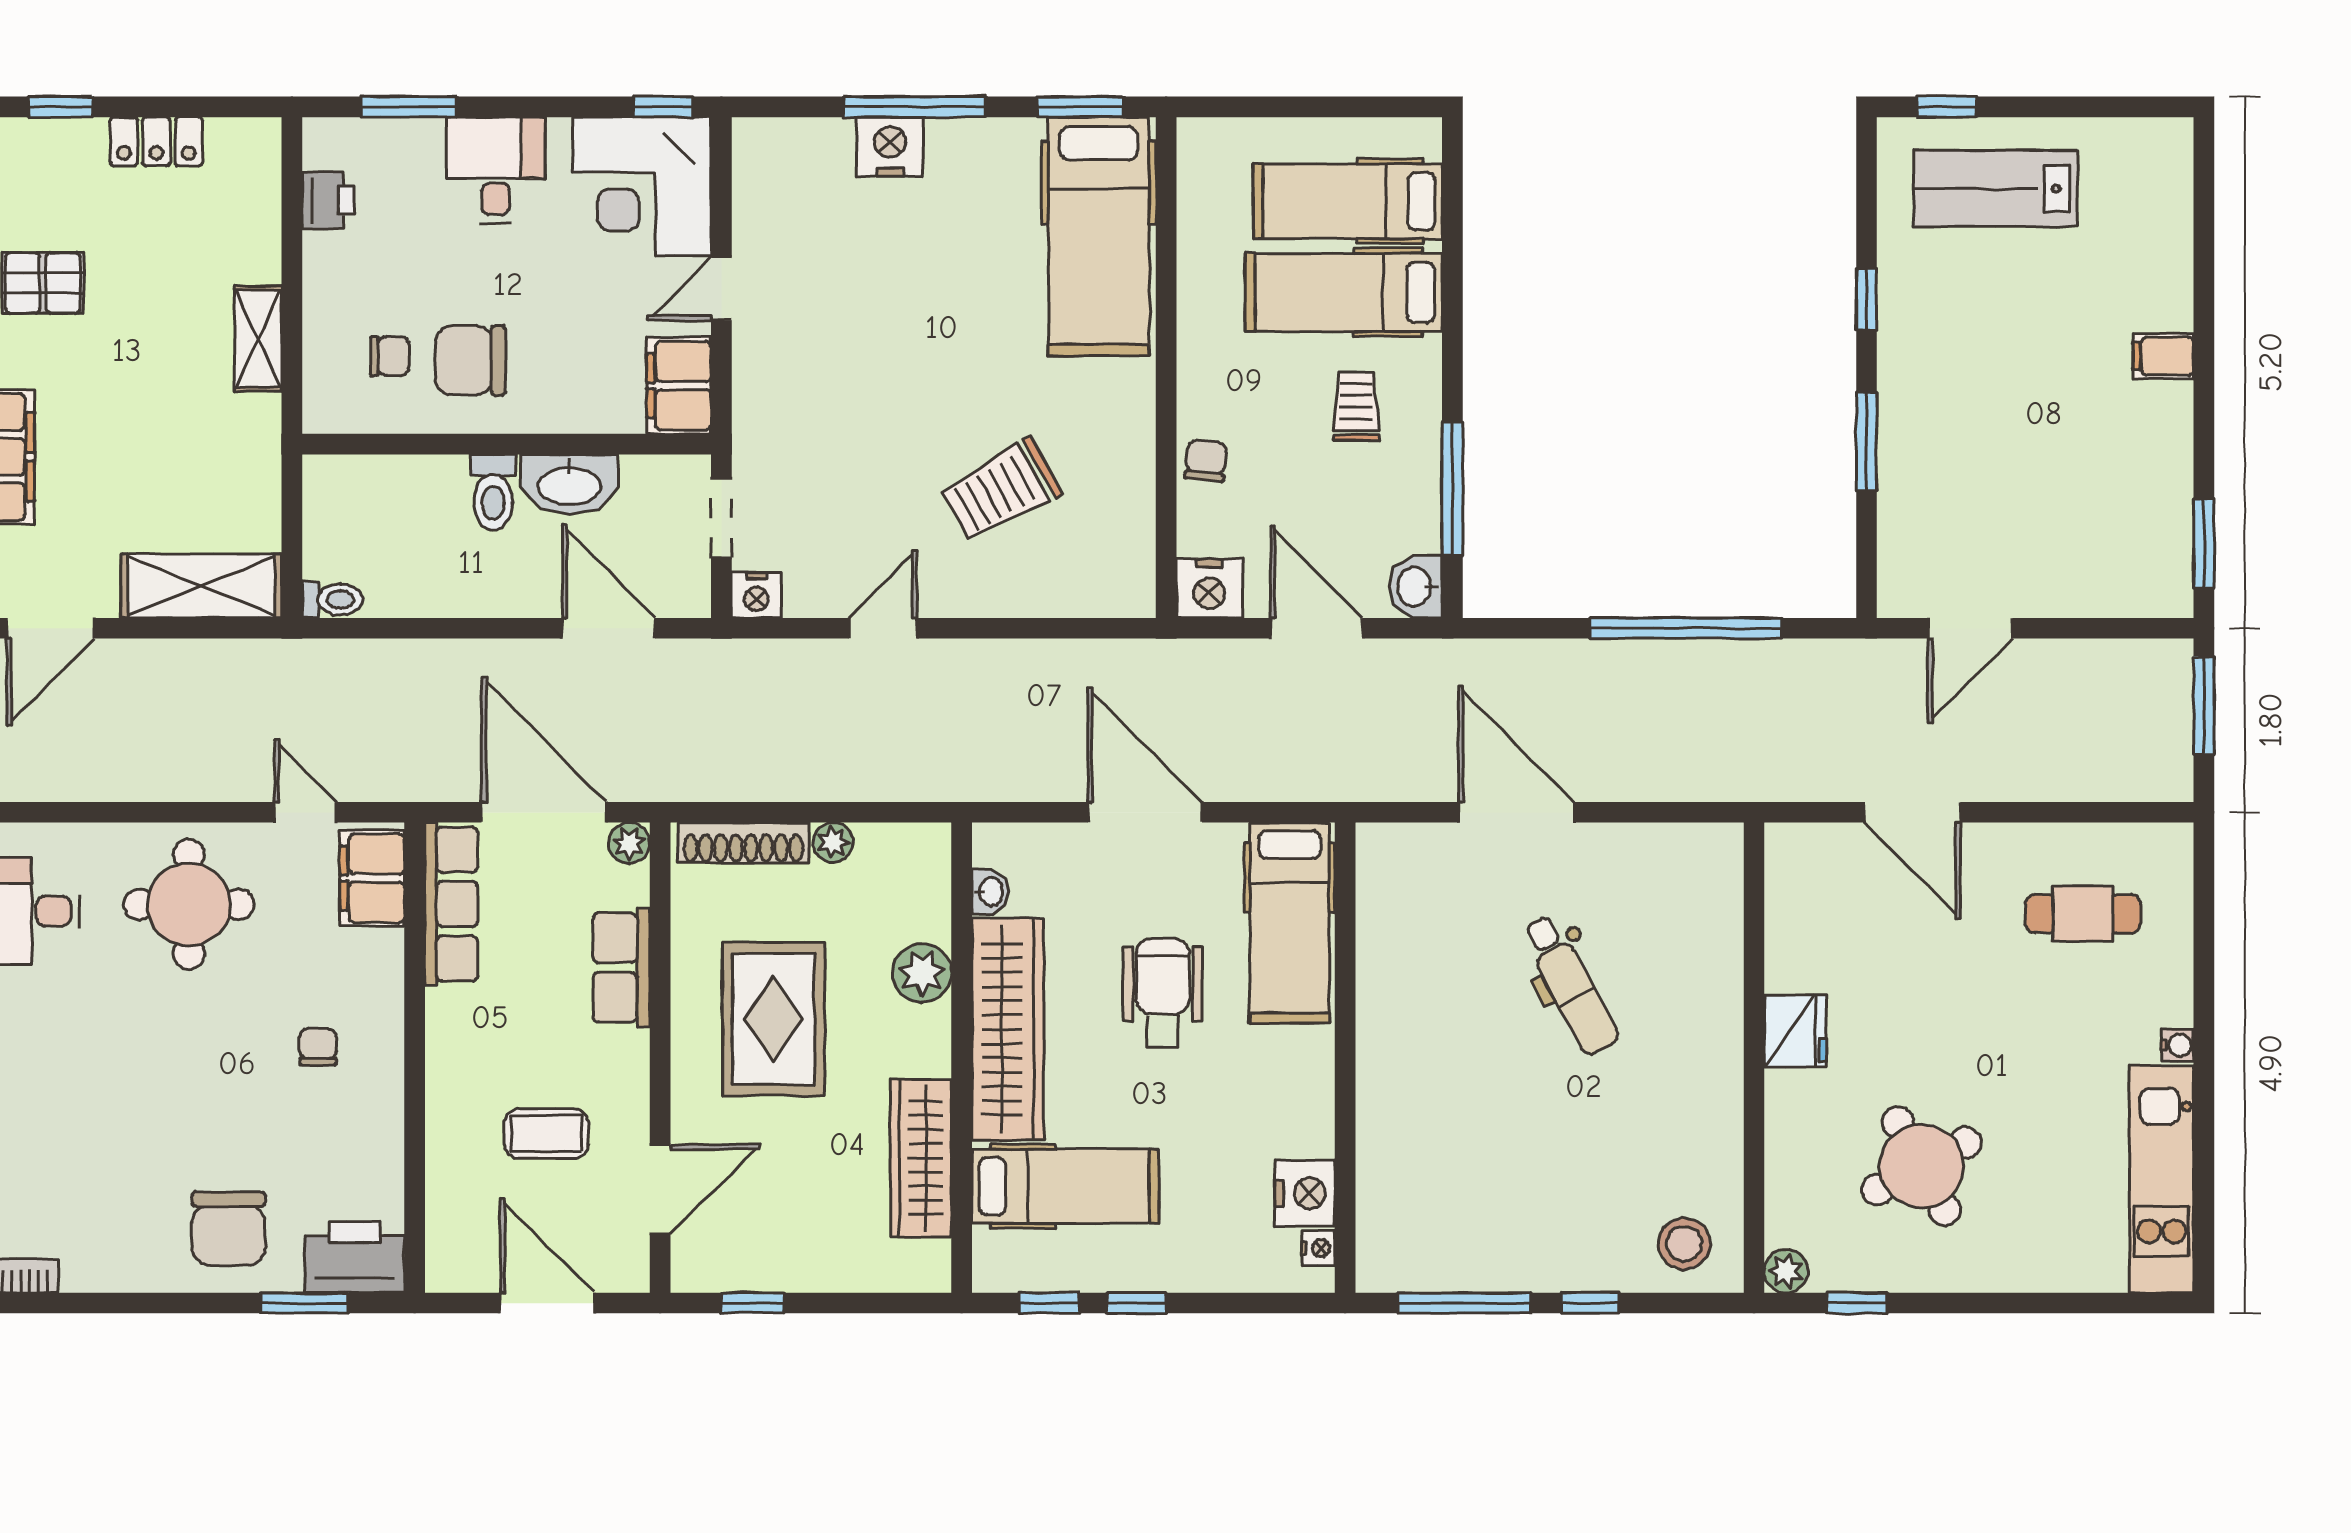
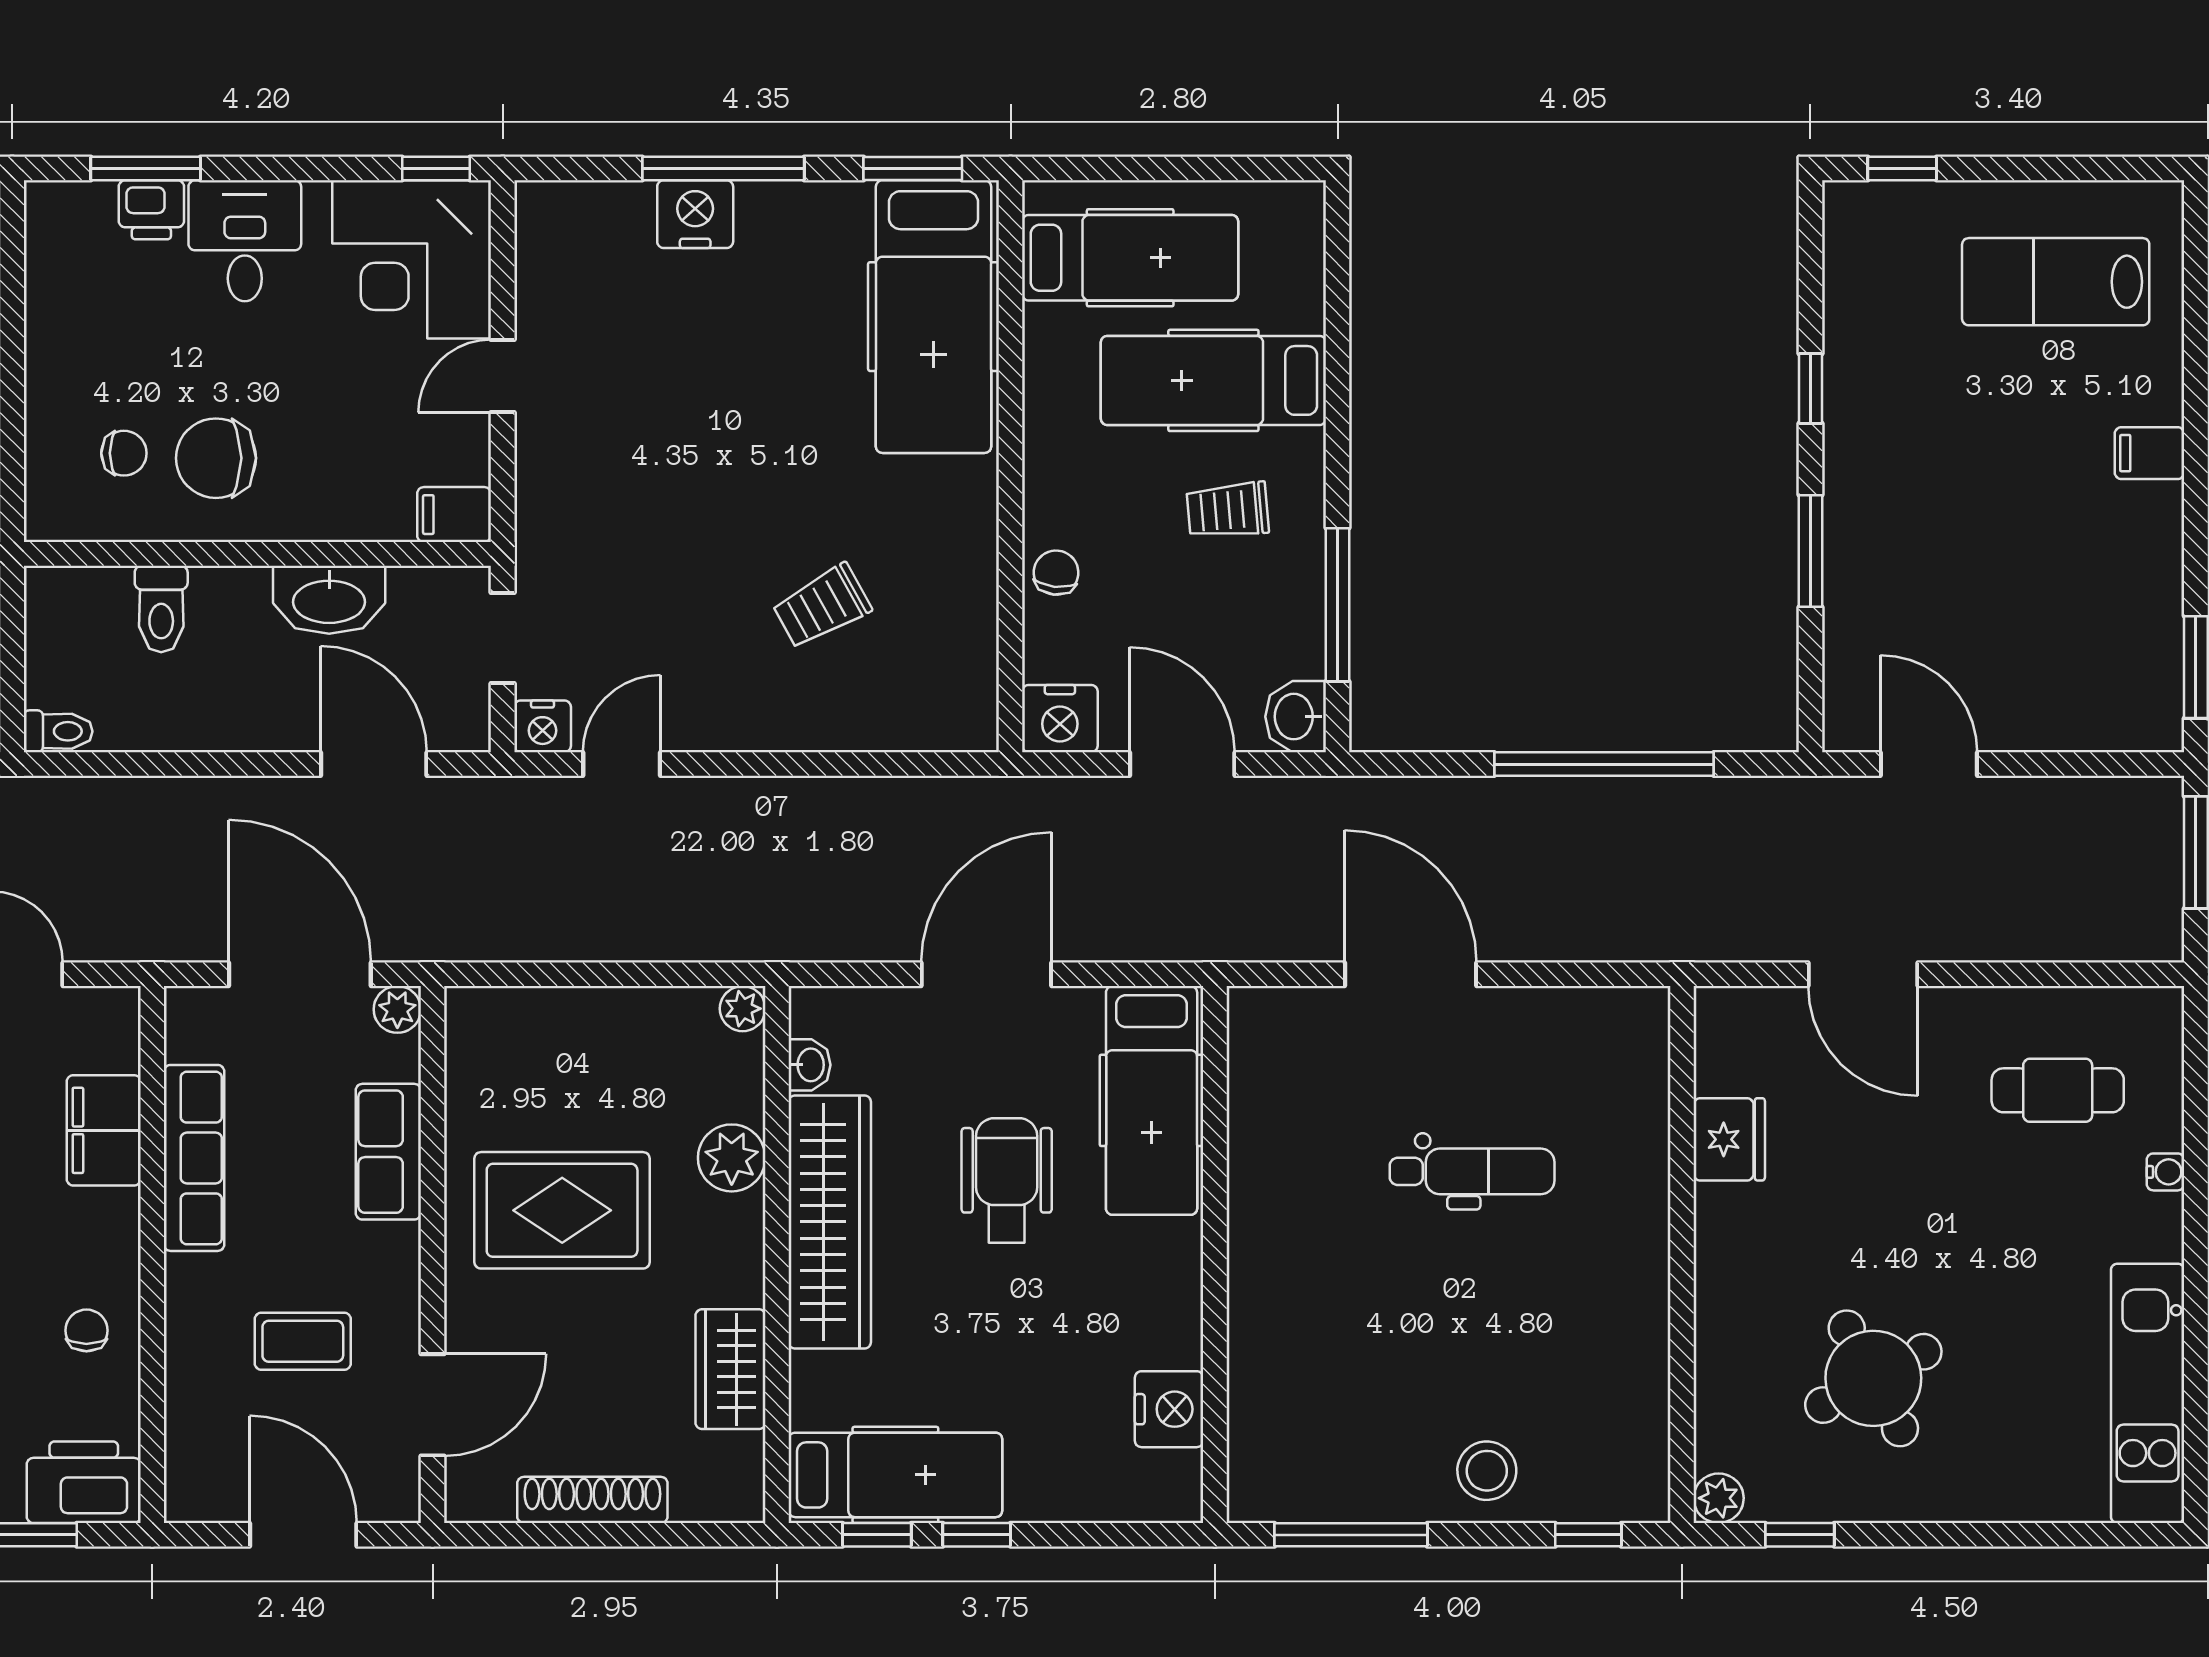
lab bench: (1995, 188) -> (2056, 282), moved
printer: (328, 200) -> (151, 210), moved, turned 90
hospital bed: (1348, 201) -> (1130, 258), moved, turned 180
filing cabinet: (679, 386) -> (454, 515), width x0.50
trolley: (1356, 406) -> (1228, 510), turned -95
trolley: (1001, 490) -> (822, 606), width x0.73, depth x0.72
toilet: (493, 492) -> (161, 609), moved
door: (883, 628) -> (622, 764), moved
door: (1970, 628) -> (1929, 764), swing flipped
door: (1145, 812) -> (986, 974), hinge flipped
plant: (833, 842) -> (743, 1009), moved
shoe rack: (743, 843) -> (592, 1500), moved, turned 180
filing cabinet: (372, 878) -> (104, 1130), moved
row of seats: (451, 904) -> (194, 1158), moved
dental chair: (1570, 985) -> (1472, 1171), turned -62
rug: (773, 1019) -> (562, 1210), turned 90
fridge: (1795, 1031) -> (1729, 1139), moved
water cooler: (2177, 1045) -> (2166, 1172), moved
chair: (318, 1047) -> (86, 1330), moved
wardrobe: (921, 1158) -> (731, 1369), width x0.67
hospital bed: (1065, 1186) -> (895, 1475), moved
stool: (1684, 1244) -> (1487, 1471), moved
nightstand: (1318, 1248) -> (1184, 1472), removed
window: (753, 1303) -> (538, 1535), removed
window: (1591, 1303) -> (1588, 1535), moved

